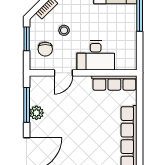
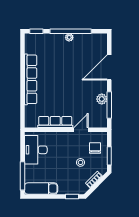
desk: (96, 56) -> (36, 150), moved, turned -90
row of seats: (114, 83) -> (55, 122), moved

